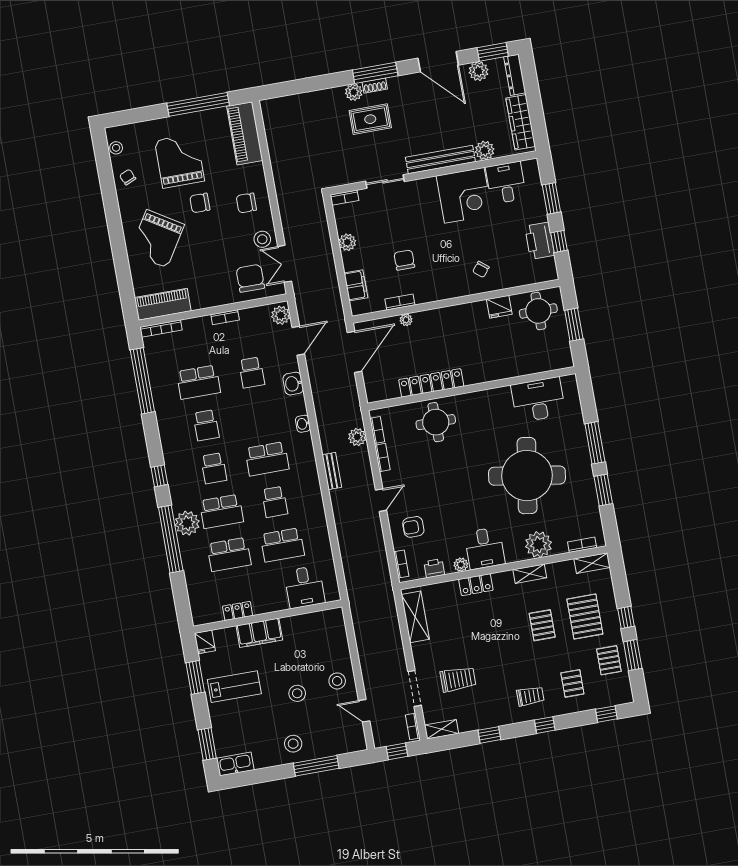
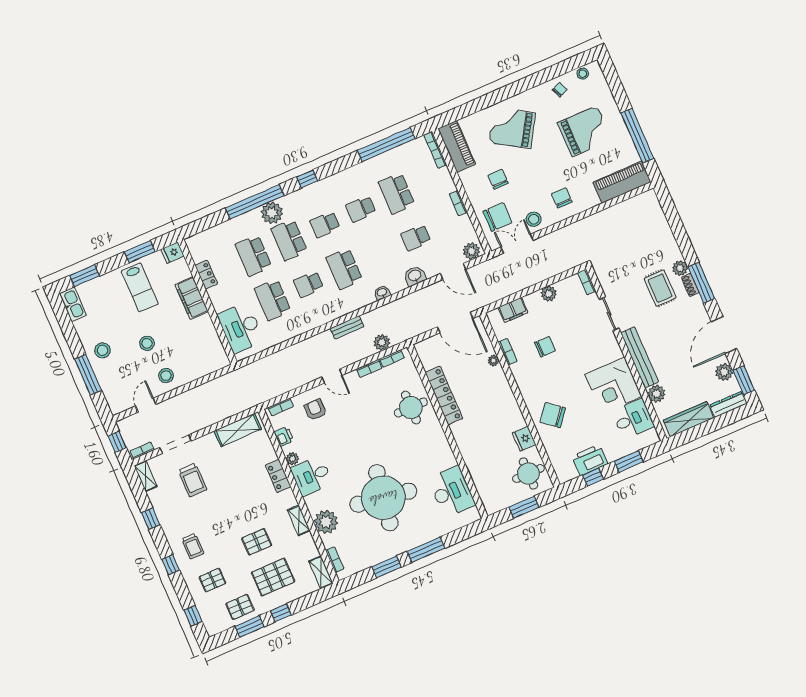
chair: (200, 203) -> (498, 179), moved
chair: (481, 269) -> (553, 415), width x1.87, depth x1.87
desk: (305, 587) -> (241, 328), width x1.37

